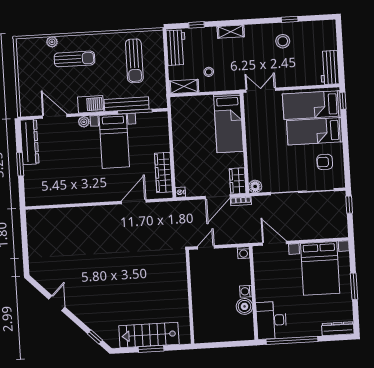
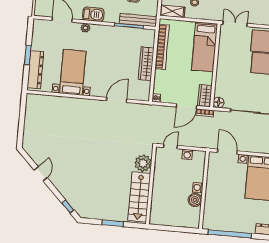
bench: (127, 104) -> (138, 20), moved
bookcase: (178, 131) -> (162, 47), added
bed with nightstands: (114, 141) -> (73, 72), moved, turned 180
dresser: (30, 142) -> (35, 70), moved
wardrobe: (163, 172) -> (146, 64), moved
washing machine: (244, 253) -> (187, 154), moved
plant: (177, 272) -> (143, 163), added
desk: (271, 320) -> (215, 215), removed
stairs: (149, 335) -> (139, 197), moved, turned -90

